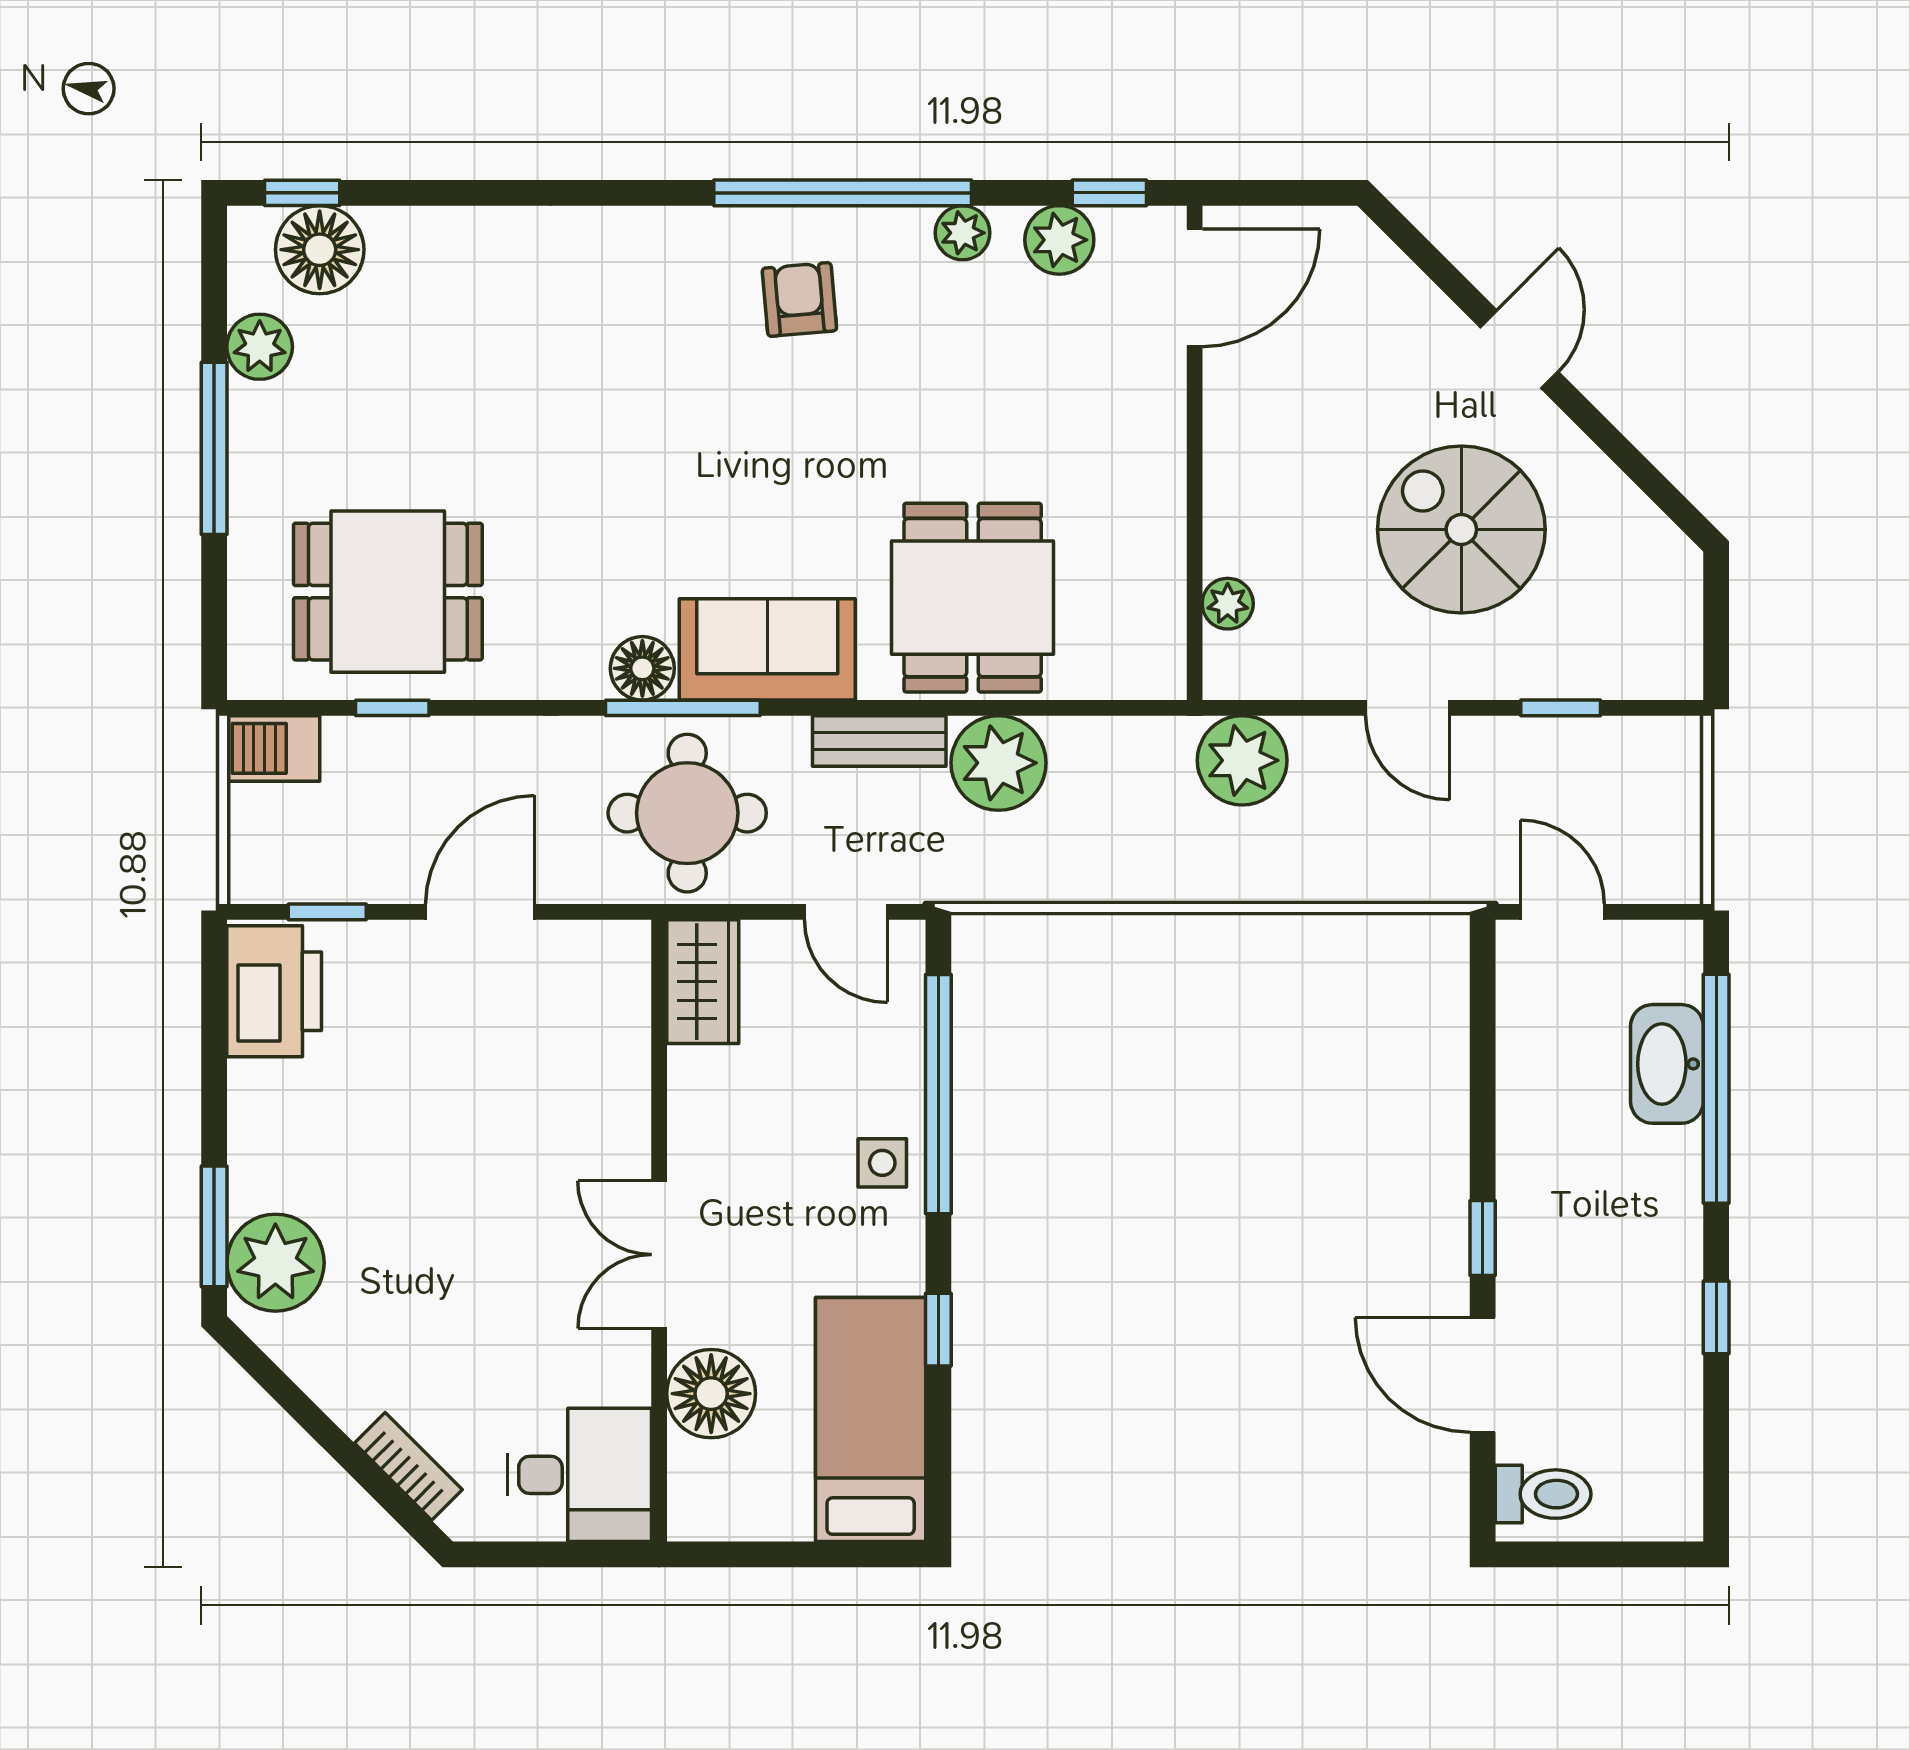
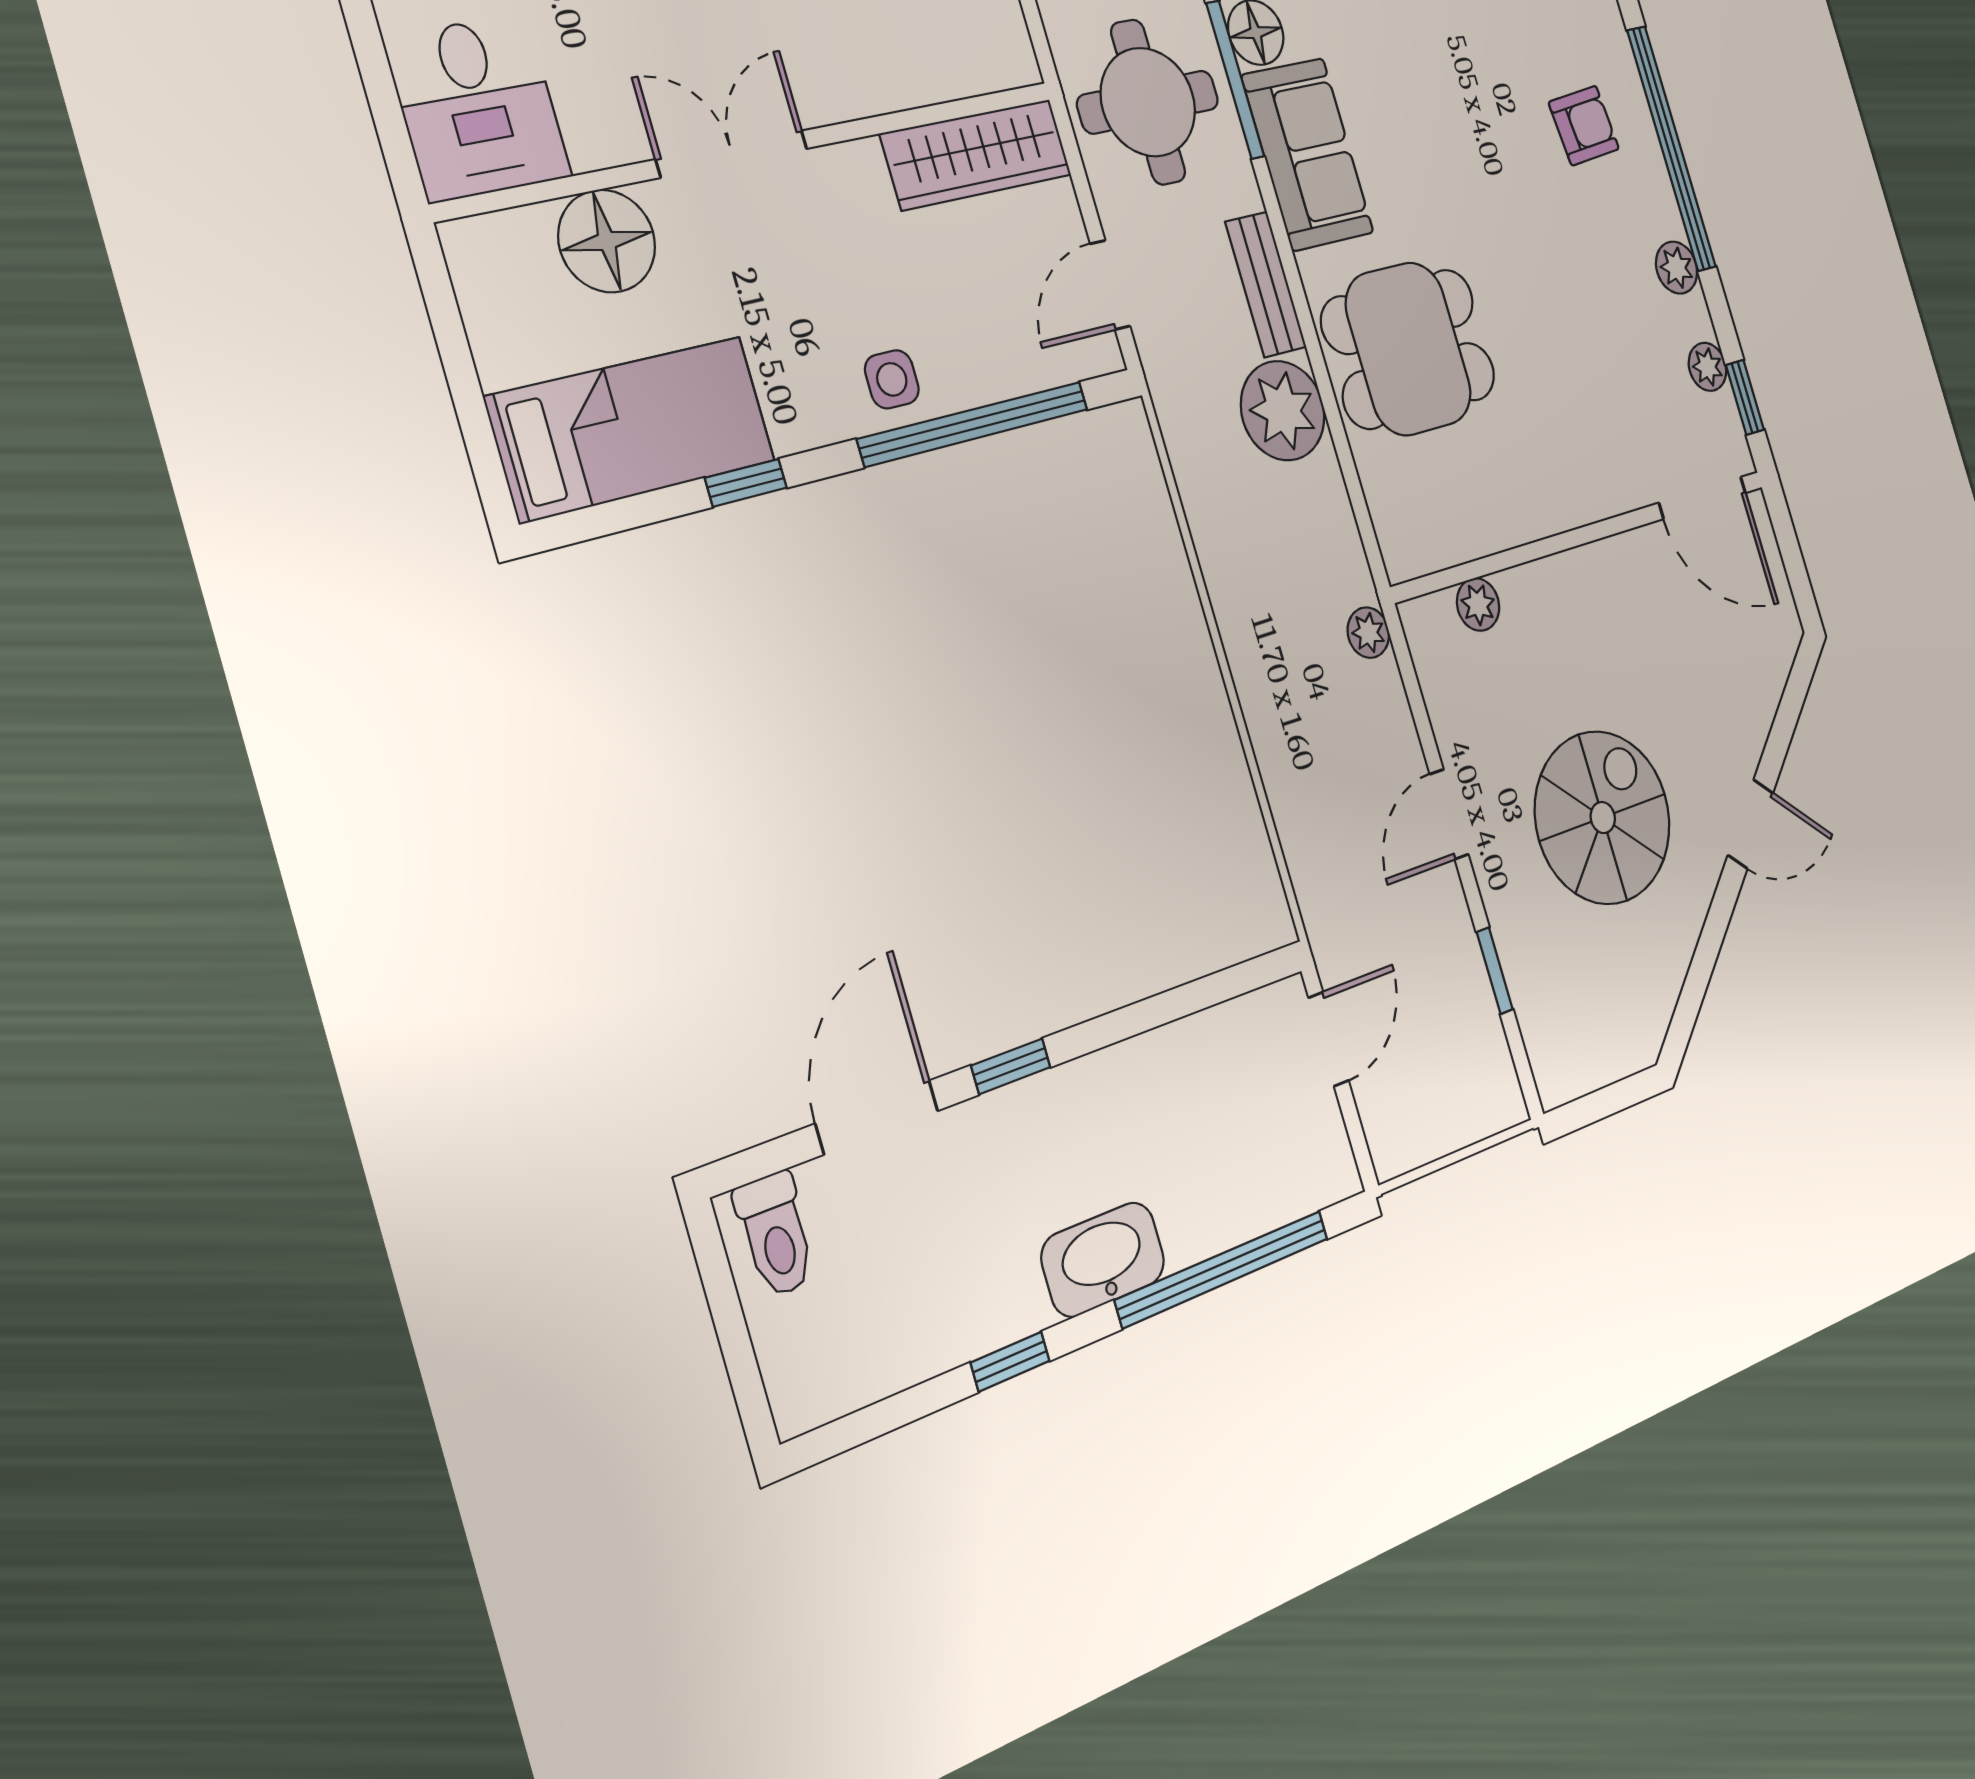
plant: (1059, 240) -> (1708, 367), width x0.73, depth x0.73
plant: (1242, 760) -> (1368, 633), width x0.53, depth x0.53
wardrobe: (703, 982) -> (976, 154), width x1.50
washbasin: (1667, 1064) -> (1103, 1259), moved

